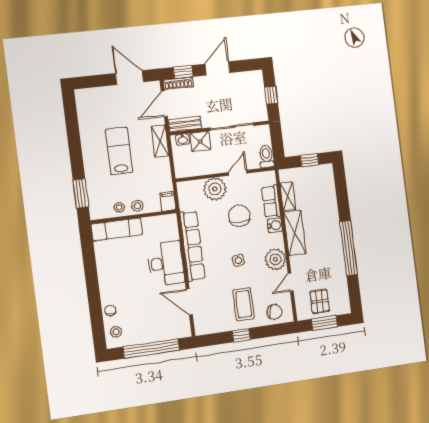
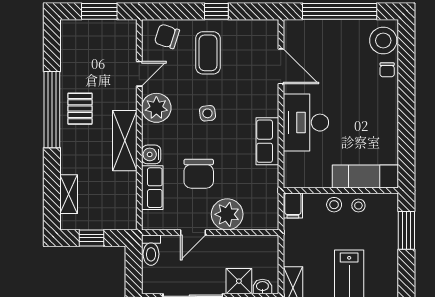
shelving: (288, 196) -> (69, 194), moved
row of seats: (192, 246) -> (267, 141), width x0.50
pallet: (320, 301) -> (80, 109), moved
stool: (116, 332) -> (383, 41), width x1.89, depth x1.89

